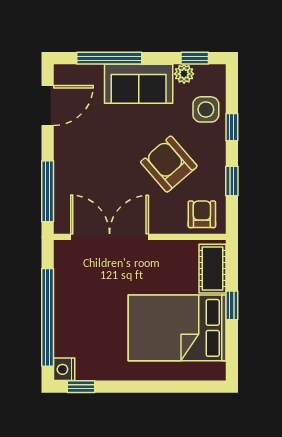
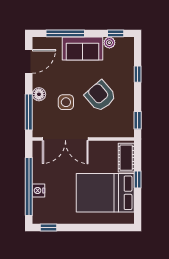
side table: (206, 109) -> (66, 102), moved
floor lamp: (65, 161) -> (39, 94), added
window: (232, 181) -> (138, 120), moved
armchair: (202, 214) -> (120, 126), removed
double door: (110, 237) -> (65, 139), swing flipped
nightstand: (64, 369) -> (39, 190), moved

